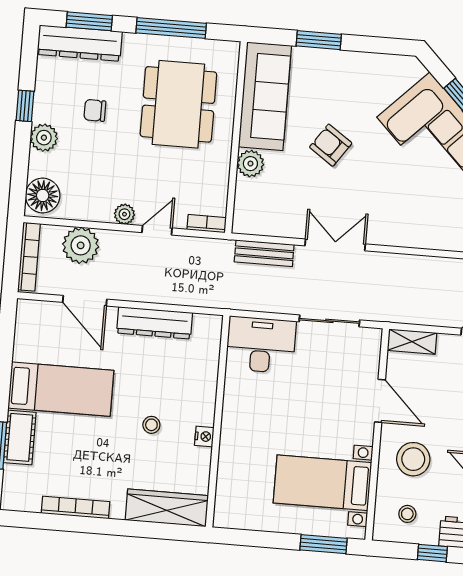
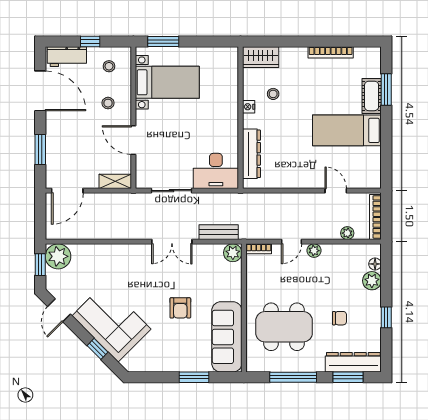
dining table: (178, 104) -> (284, 327), turned 90
plant: (44, 138) -> (372, 281), moved
armchair: (331, 145) -> (180, 308), turned 55
plant: (250, 164) -> (233, 253), moved
floor lamp: (43, 195) -> (375, 264), width x0.53, depth x0.53
plant: (81, 245) -> (347, 233), width x0.53, depth x0.53
door: (85, 301) -> (336, 191), width x0.73
dresser: (155, 323) -> (251, 154), moved, turned 90
stool: (151, 425) -> (273, 94), moved
stool: (413, 459) -> (108, 103), width x0.53, depth x0.53
wardrobe: (167, 508) -> (261, 57), width x0.67

